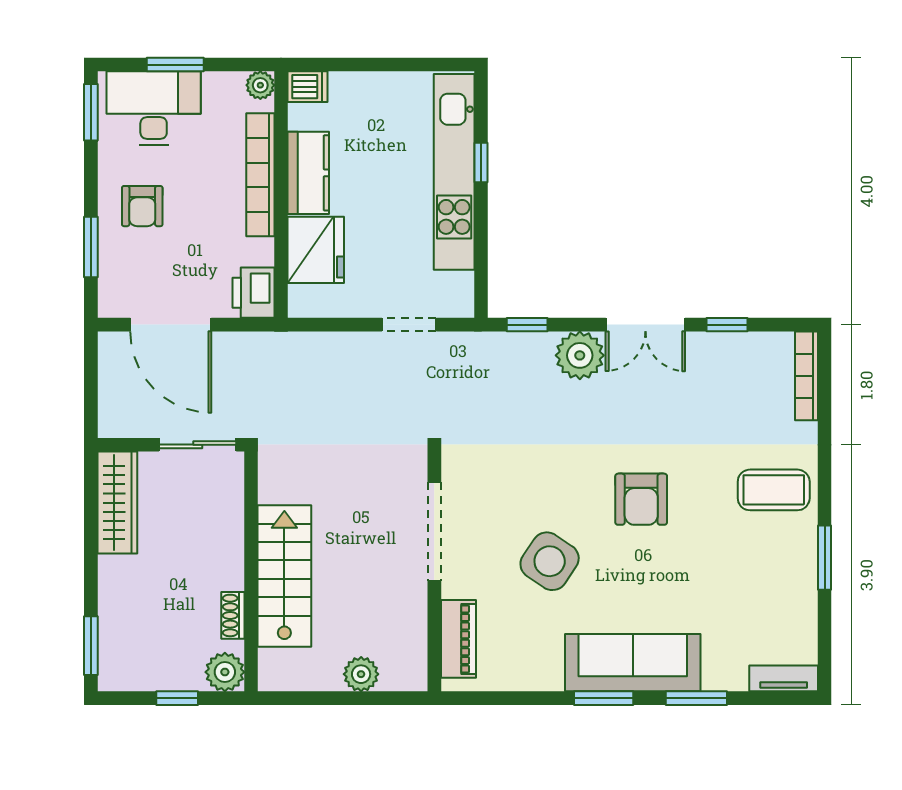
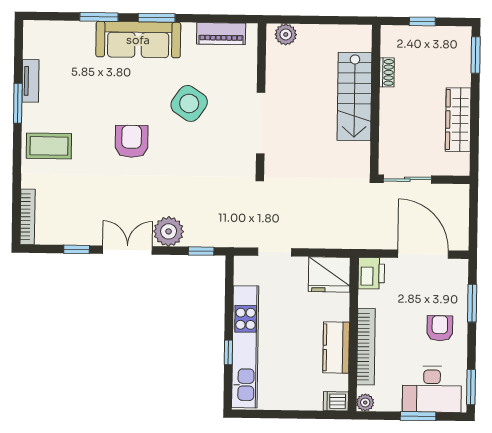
fridge: (316, 250) -> (329, 274), moved, turned -90
wardrobe: (117, 503) -> (458, 120), moved
piano: (458, 639) -> (221, 34), moved, turned -90
plant: (225, 672) -> (392, 37), removed
plant: (361, 674) -> (286, 34), moved
tv unit: (784, 678) -> (30, 81), moved, turned -90

